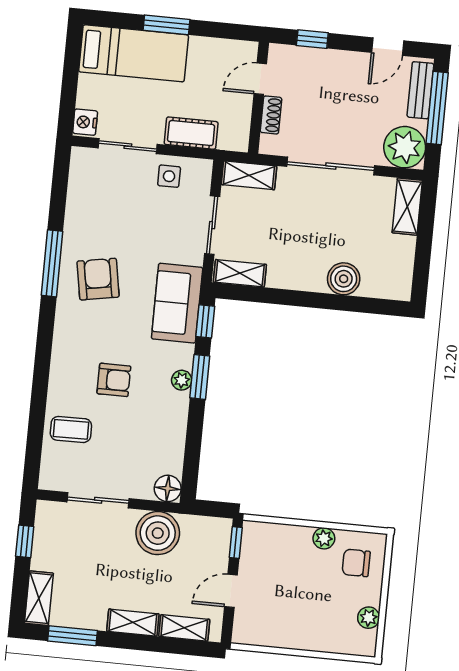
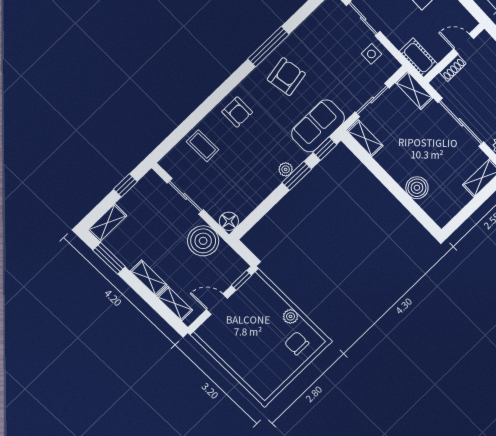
cot: (191, 133) -> (418, 58), moved
armchair: (114, 380) -> (237, 112), moved
plant: (369, 618) -> (279, 377), removed

